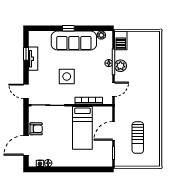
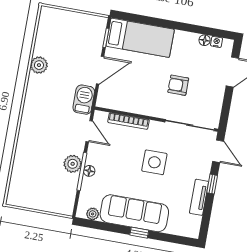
barbecue: (121, 40) -> (84, 100), moved
window: (26, 54) -> (212, 184), moved
door: (113, 89) -> (89, 131), swing flipped
plant: (154, 127) -> (39, 65), added
bed: (82, 128) -> (140, 38), moved, turned 90
armchair: (36, 129) -> (178, 85), moved
sun lounger: (138, 138) -> (66, 54), removed

